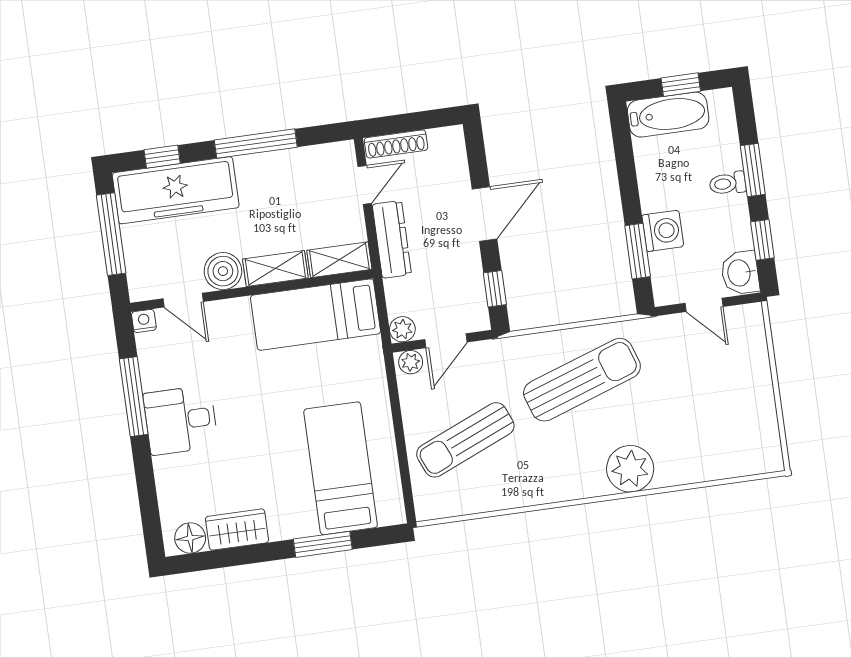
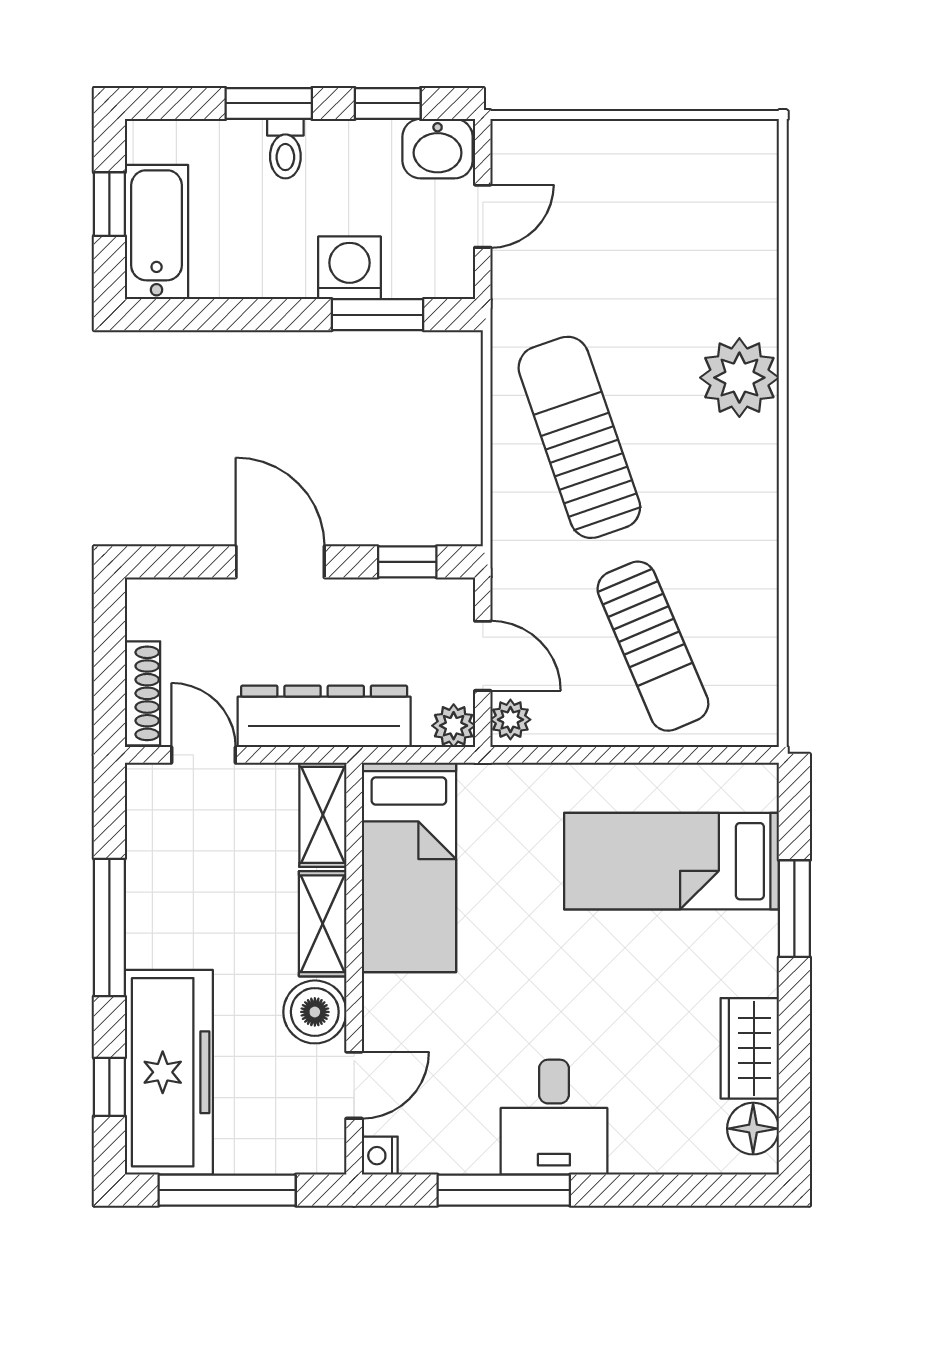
dresser: (392, 239) -> (324, 716), width x1.37, depth x1.24

